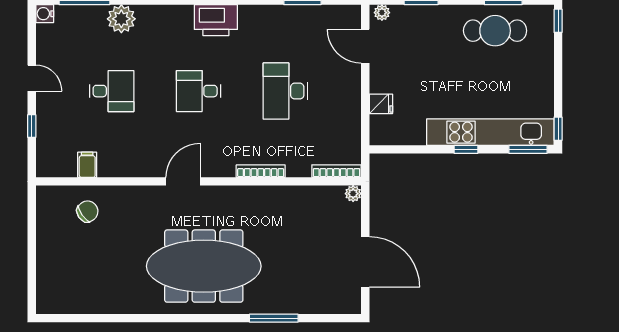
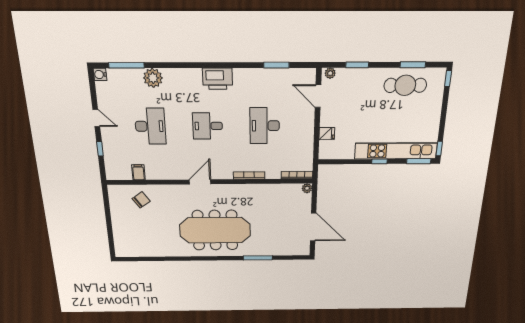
desk: (112, 91) -> (150, 126), width x1.37

